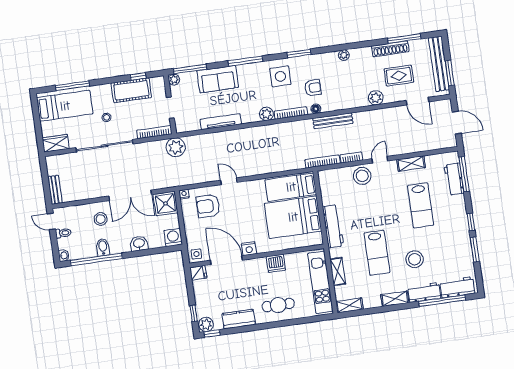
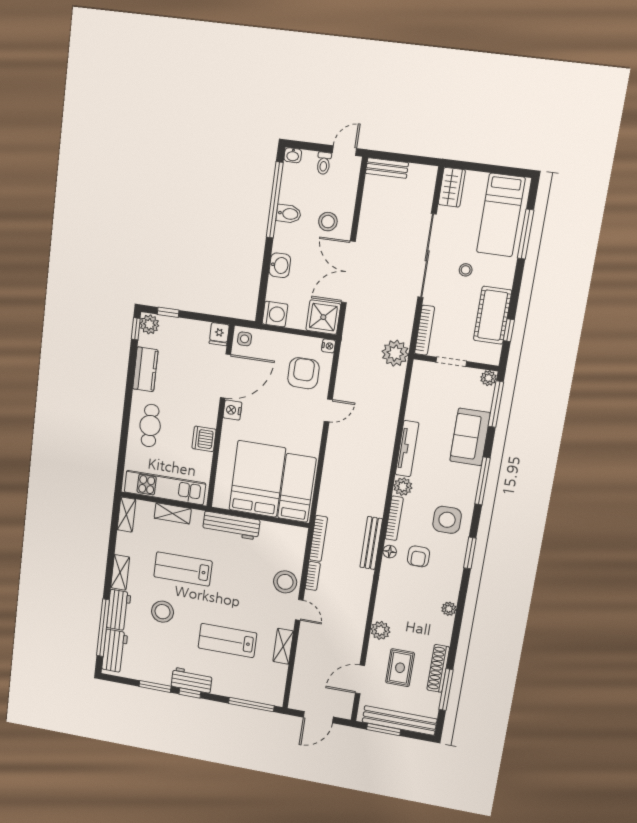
bench: (333, 121) -> (371, 543), moved
tv unit: (221, 122) -> (407, 449), moved
workbench: (454, 179) -> (192, 680), moved

